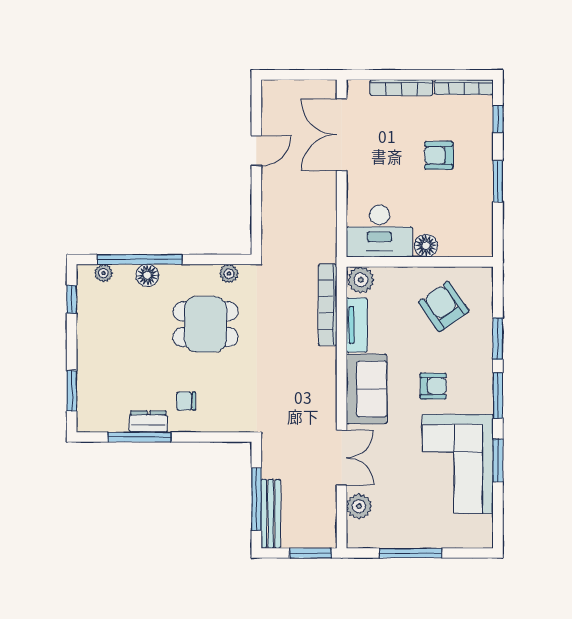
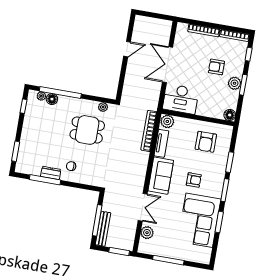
double door: (342, 135) -> (168, 65), moved
plant: (480, 181) -> (235, 83), added
floor lamp: (426, 246) -> (230, 115), moved
floor lamp: (147, 275) -> (52, 99), moved
armchair: (444, 307) -> (206, 142), turned -145

